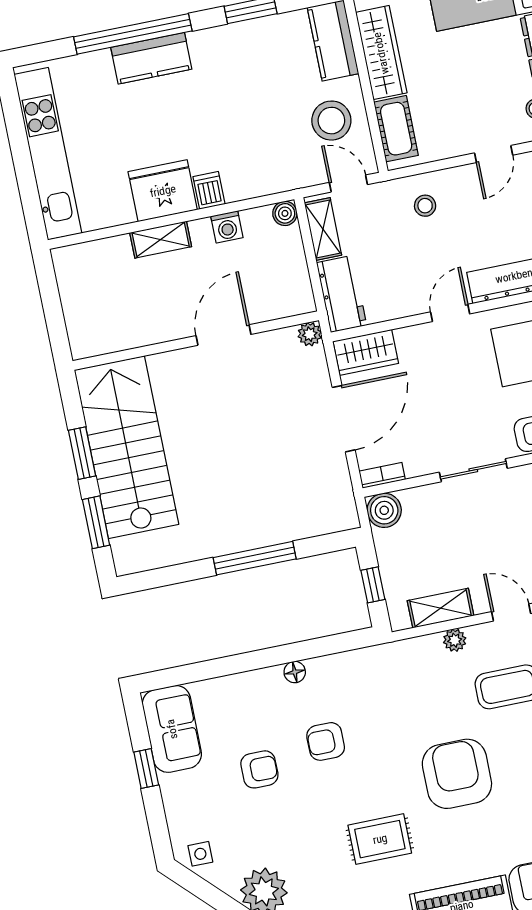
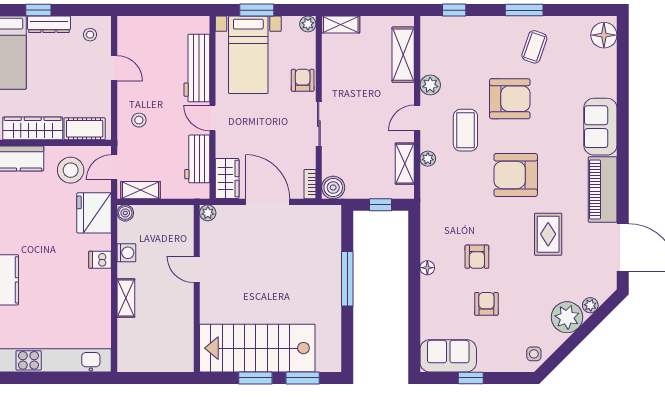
fridge: (163, 191) -> (94, 213), moved
workbench: (342, 294) -> (197, 159), moved, turned -90
door: (223, 335) -> (197, 270), width x0.73

